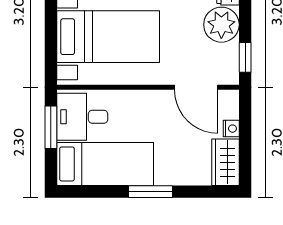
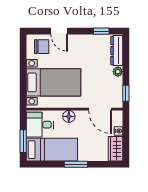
plant: (221, 25) -> (118, 72), width x0.53, depth x0.53
floor lamp: (137, 101) -> (69, 116), added
window: (51, 127) -> (23, 141), moved

